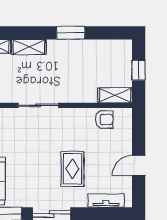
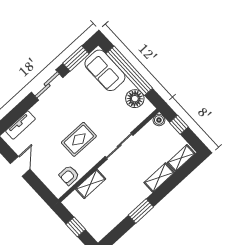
shelving: (115, 95) -> (91, 184), moved
rug: (73, 169) -> (79, 139), moved, turned 90

